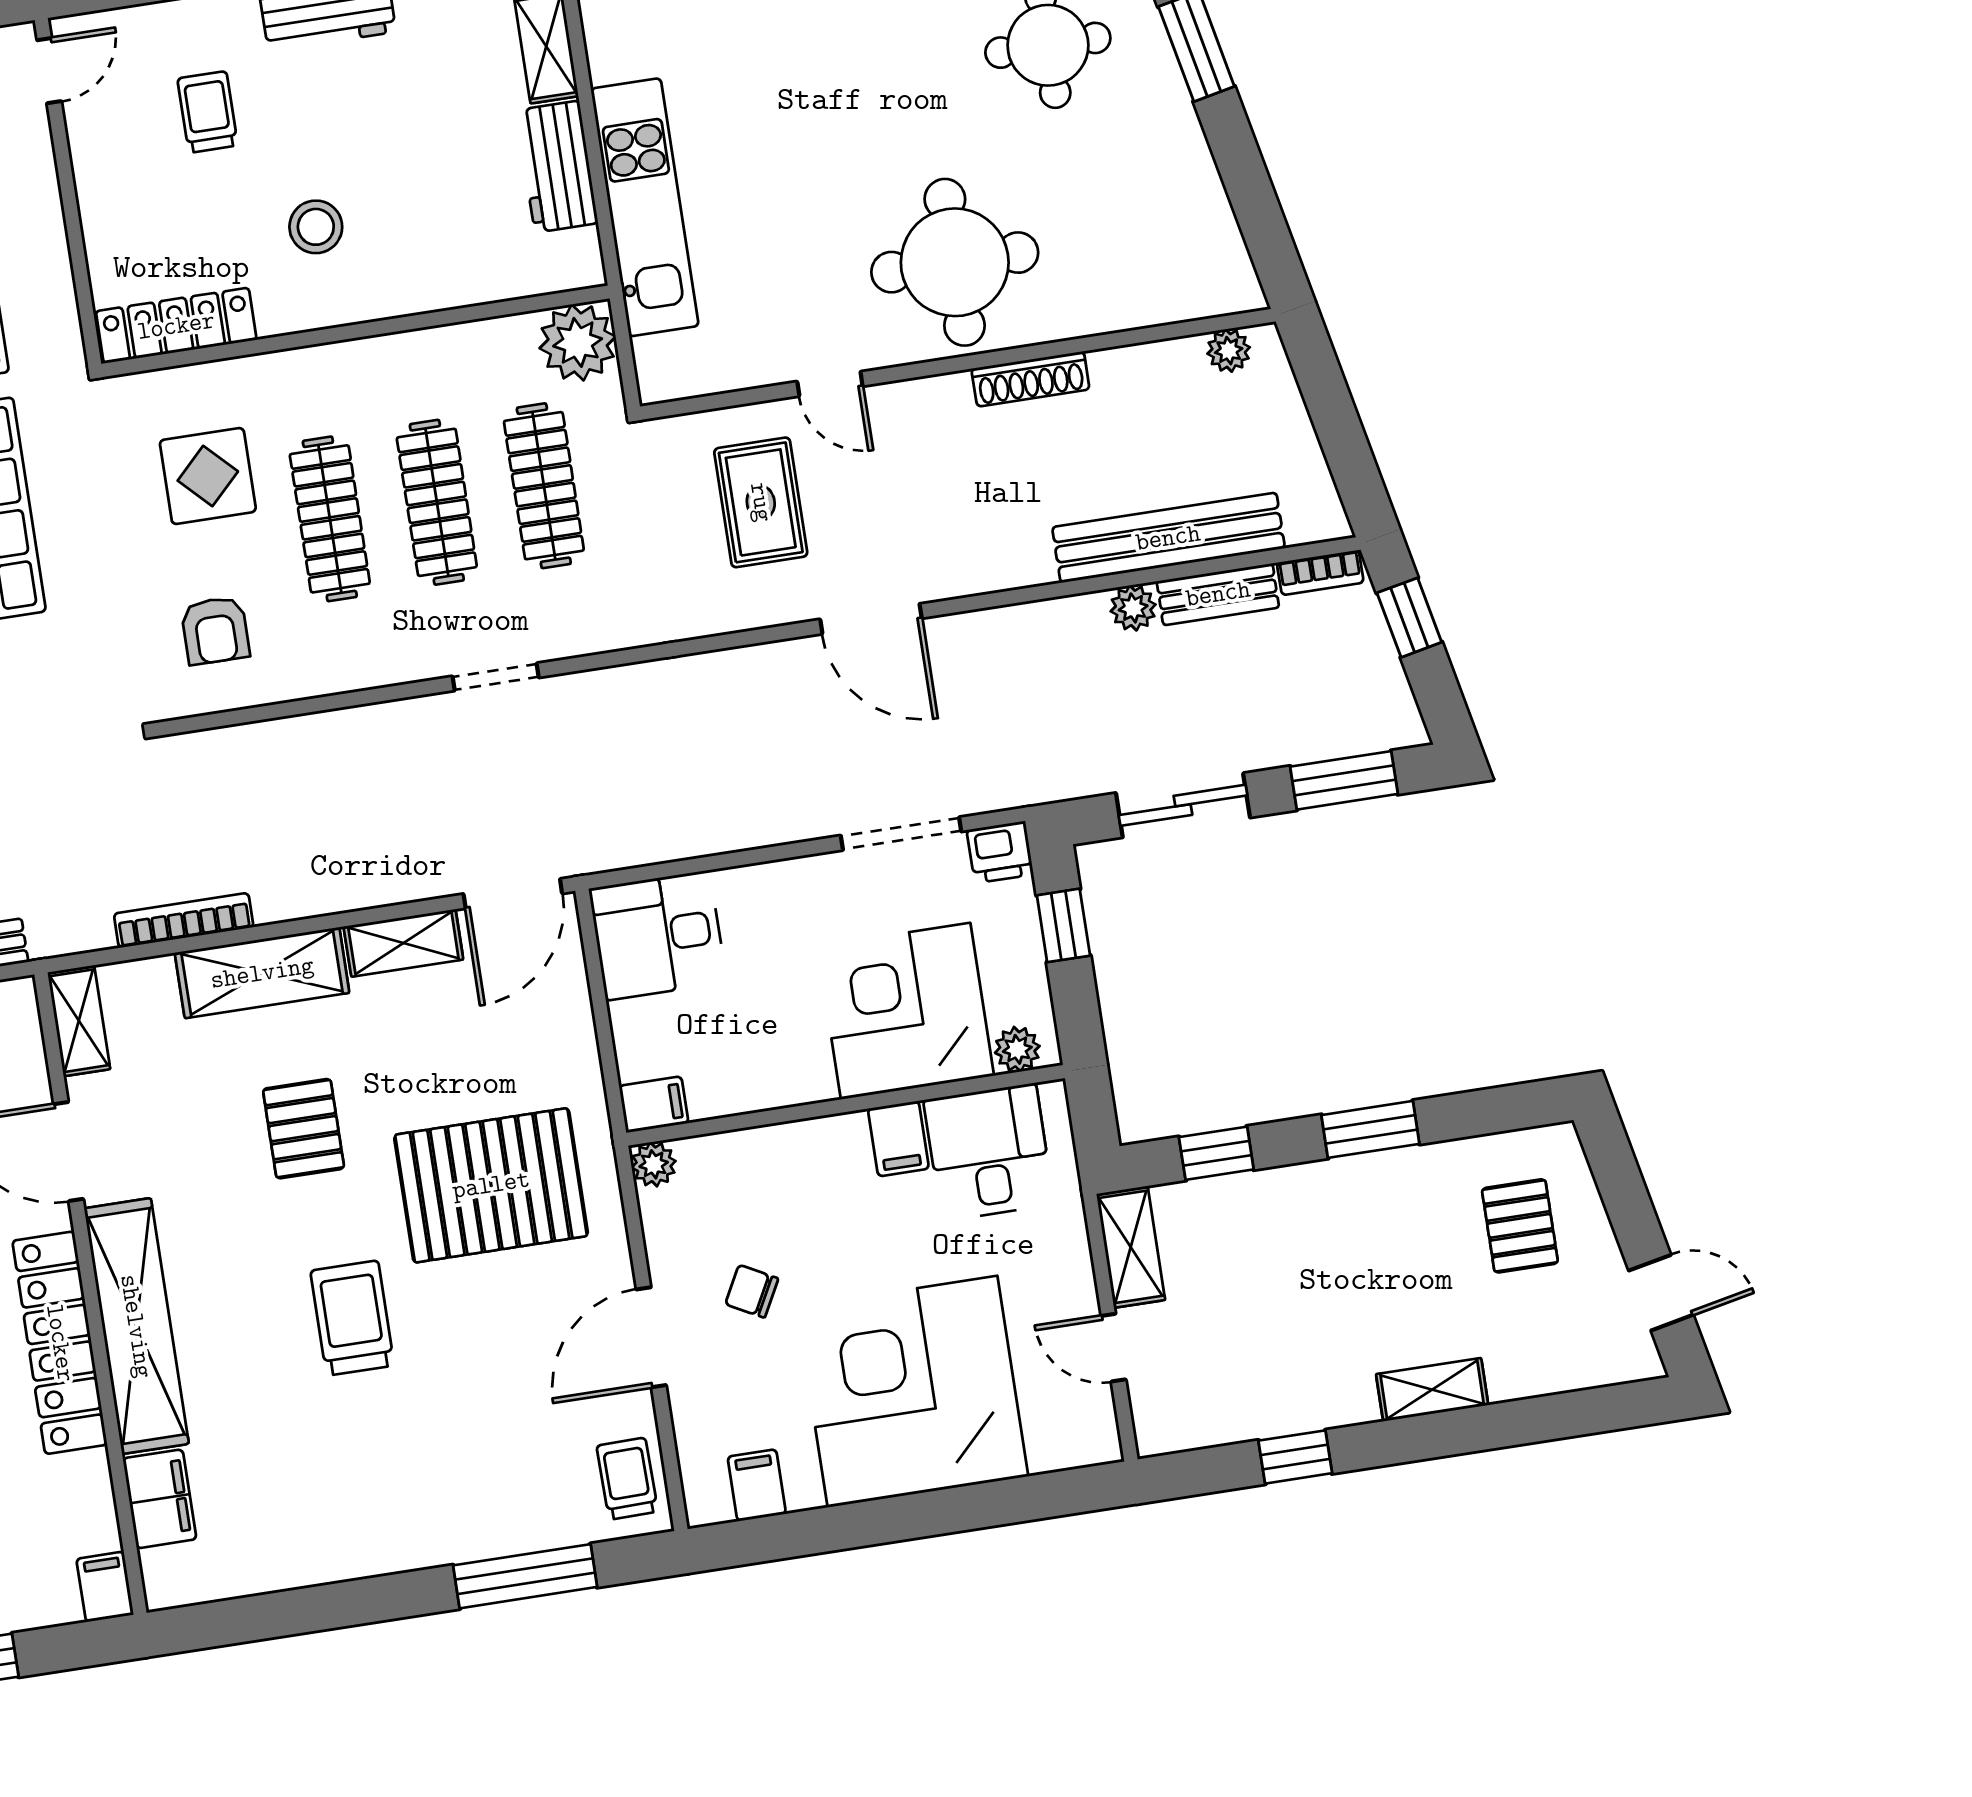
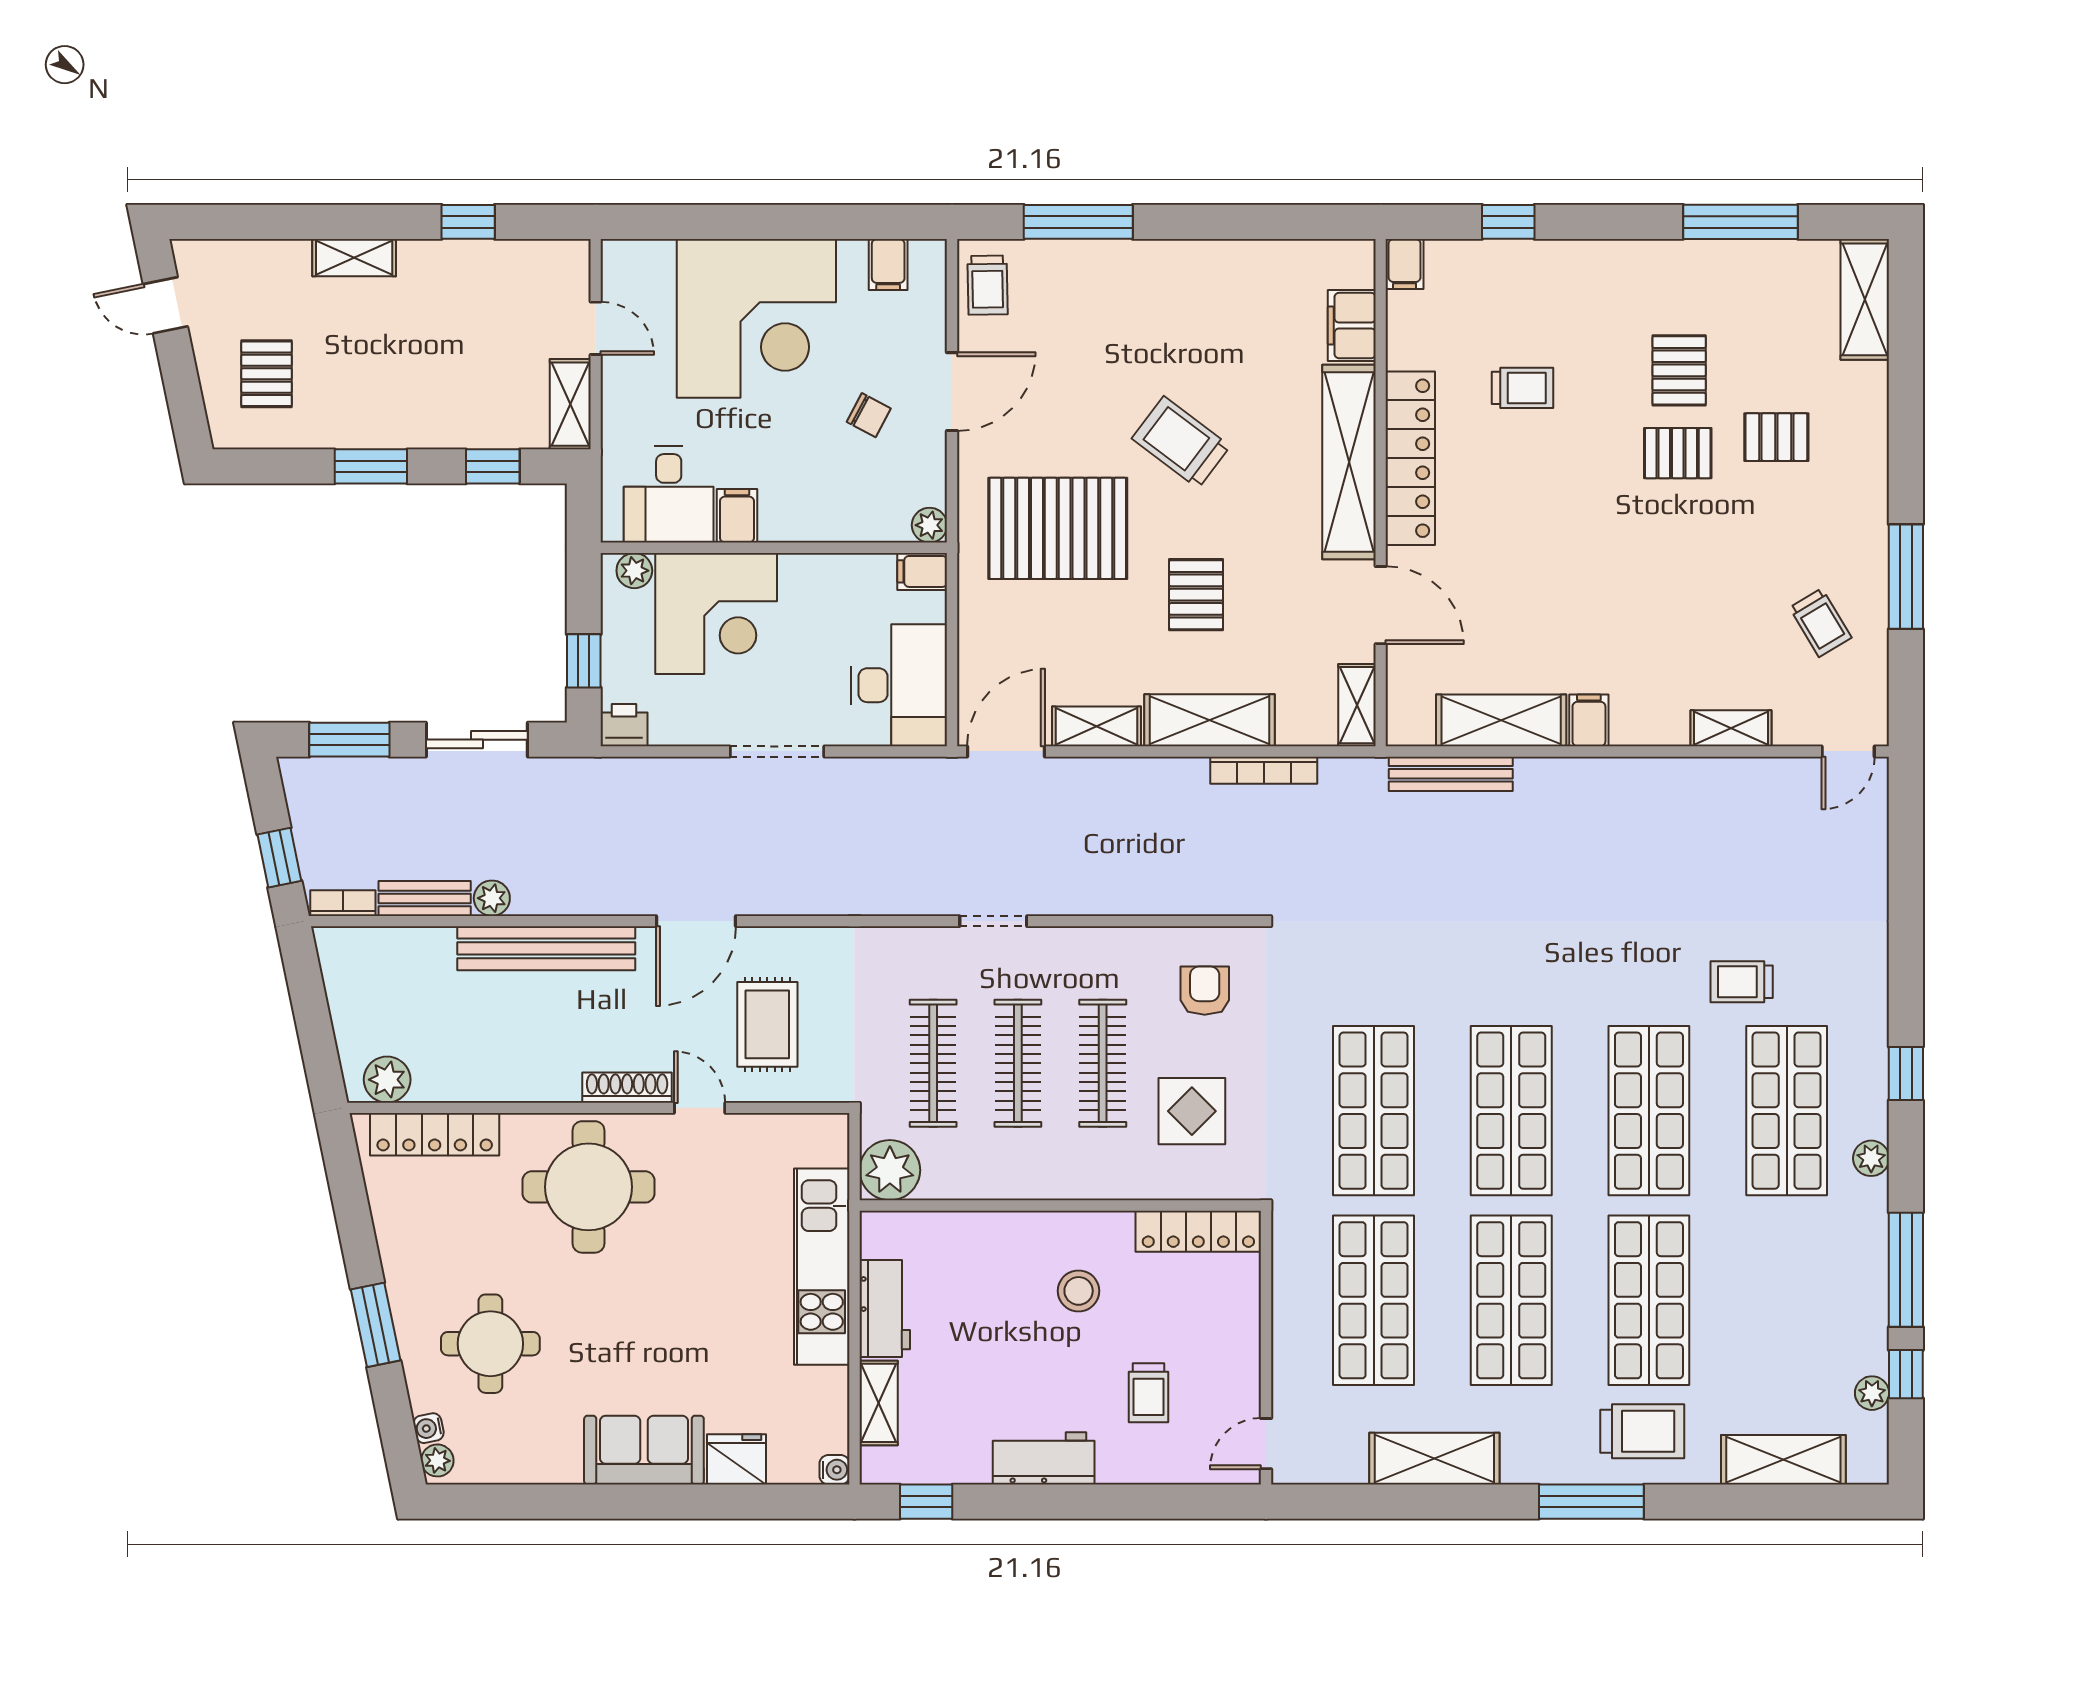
locker: (1159, 299) -> (435, 1134), added
plant: (1229, 351) -> (387, 1080), width x1.38, depth x1.38
shoe rack: (1030, 379) -> (627, 1088), moved
bench: (1168, 538) -> (546, 948), moved
door: (871, 619) -> (696, 921), swing flipped
doorway: (901, 834) -> (777, 751), moved
desk: (658, 935) -> (899, 685), width x1.37
trolley: (352, 1318) -> (1181, 442), turned 127

